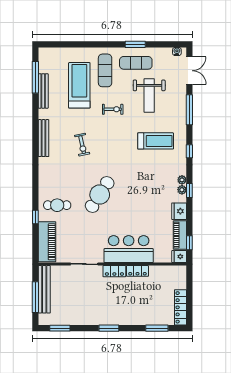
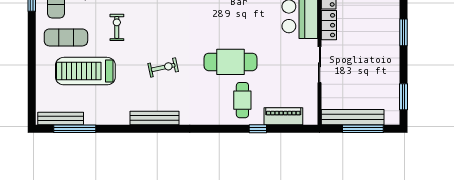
bench: (43, 91) -> (61, 118), moved
cafe table: (100, 194) -> (231, 62), moved, turned -33
piano: (47, 242) -> (283, 116), width x0.73, depth x0.75

